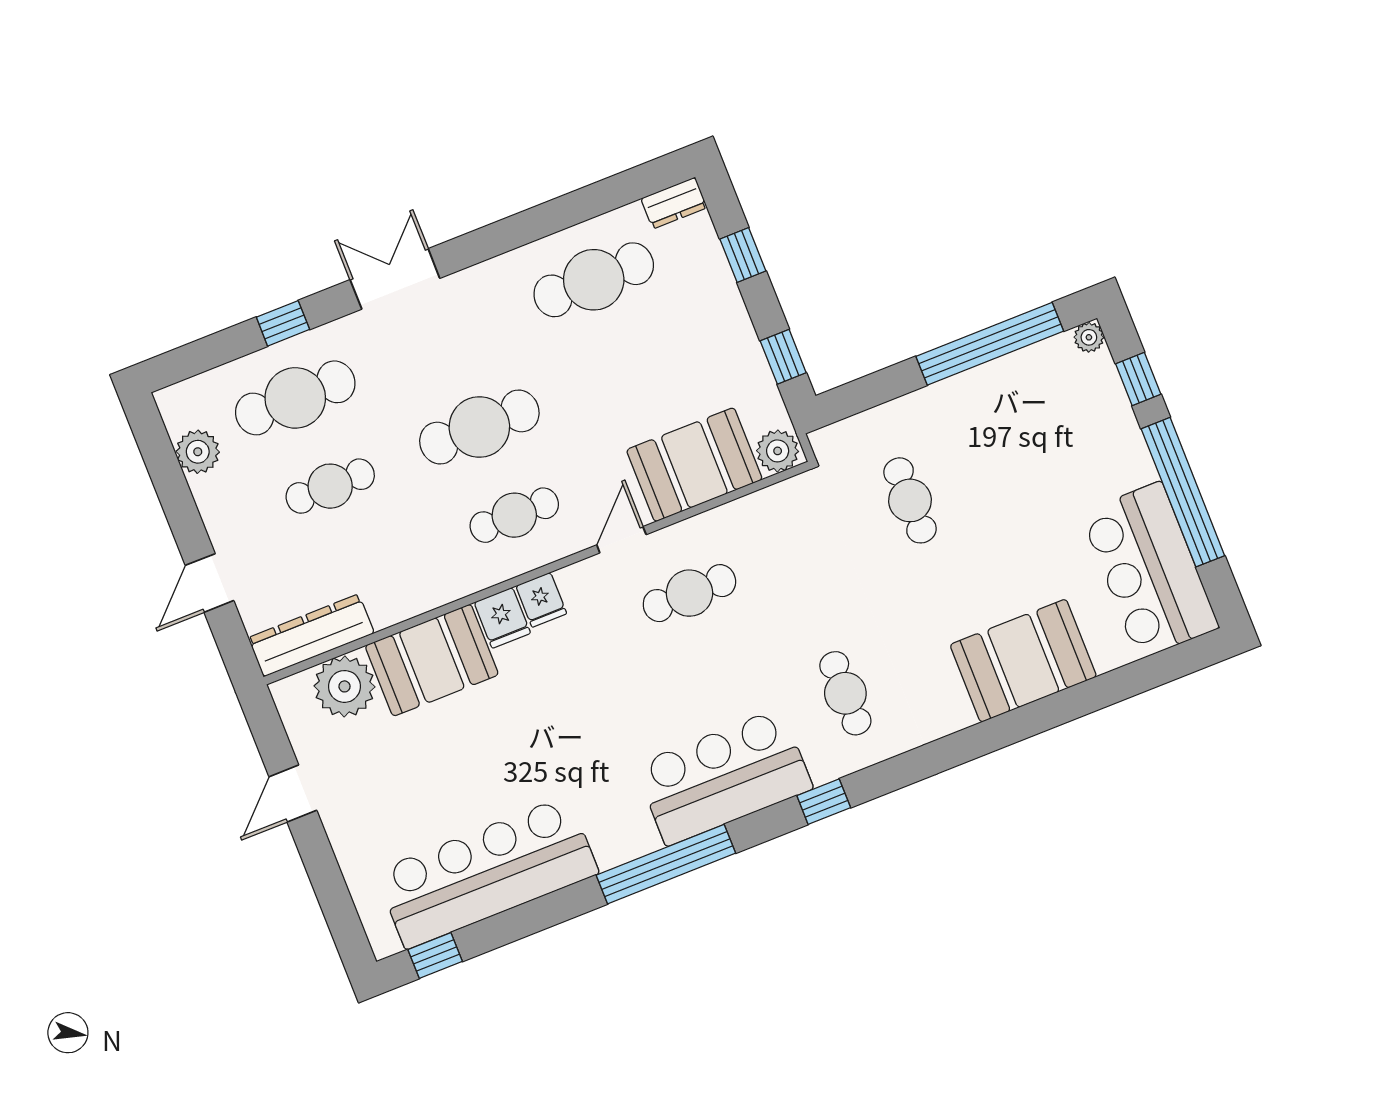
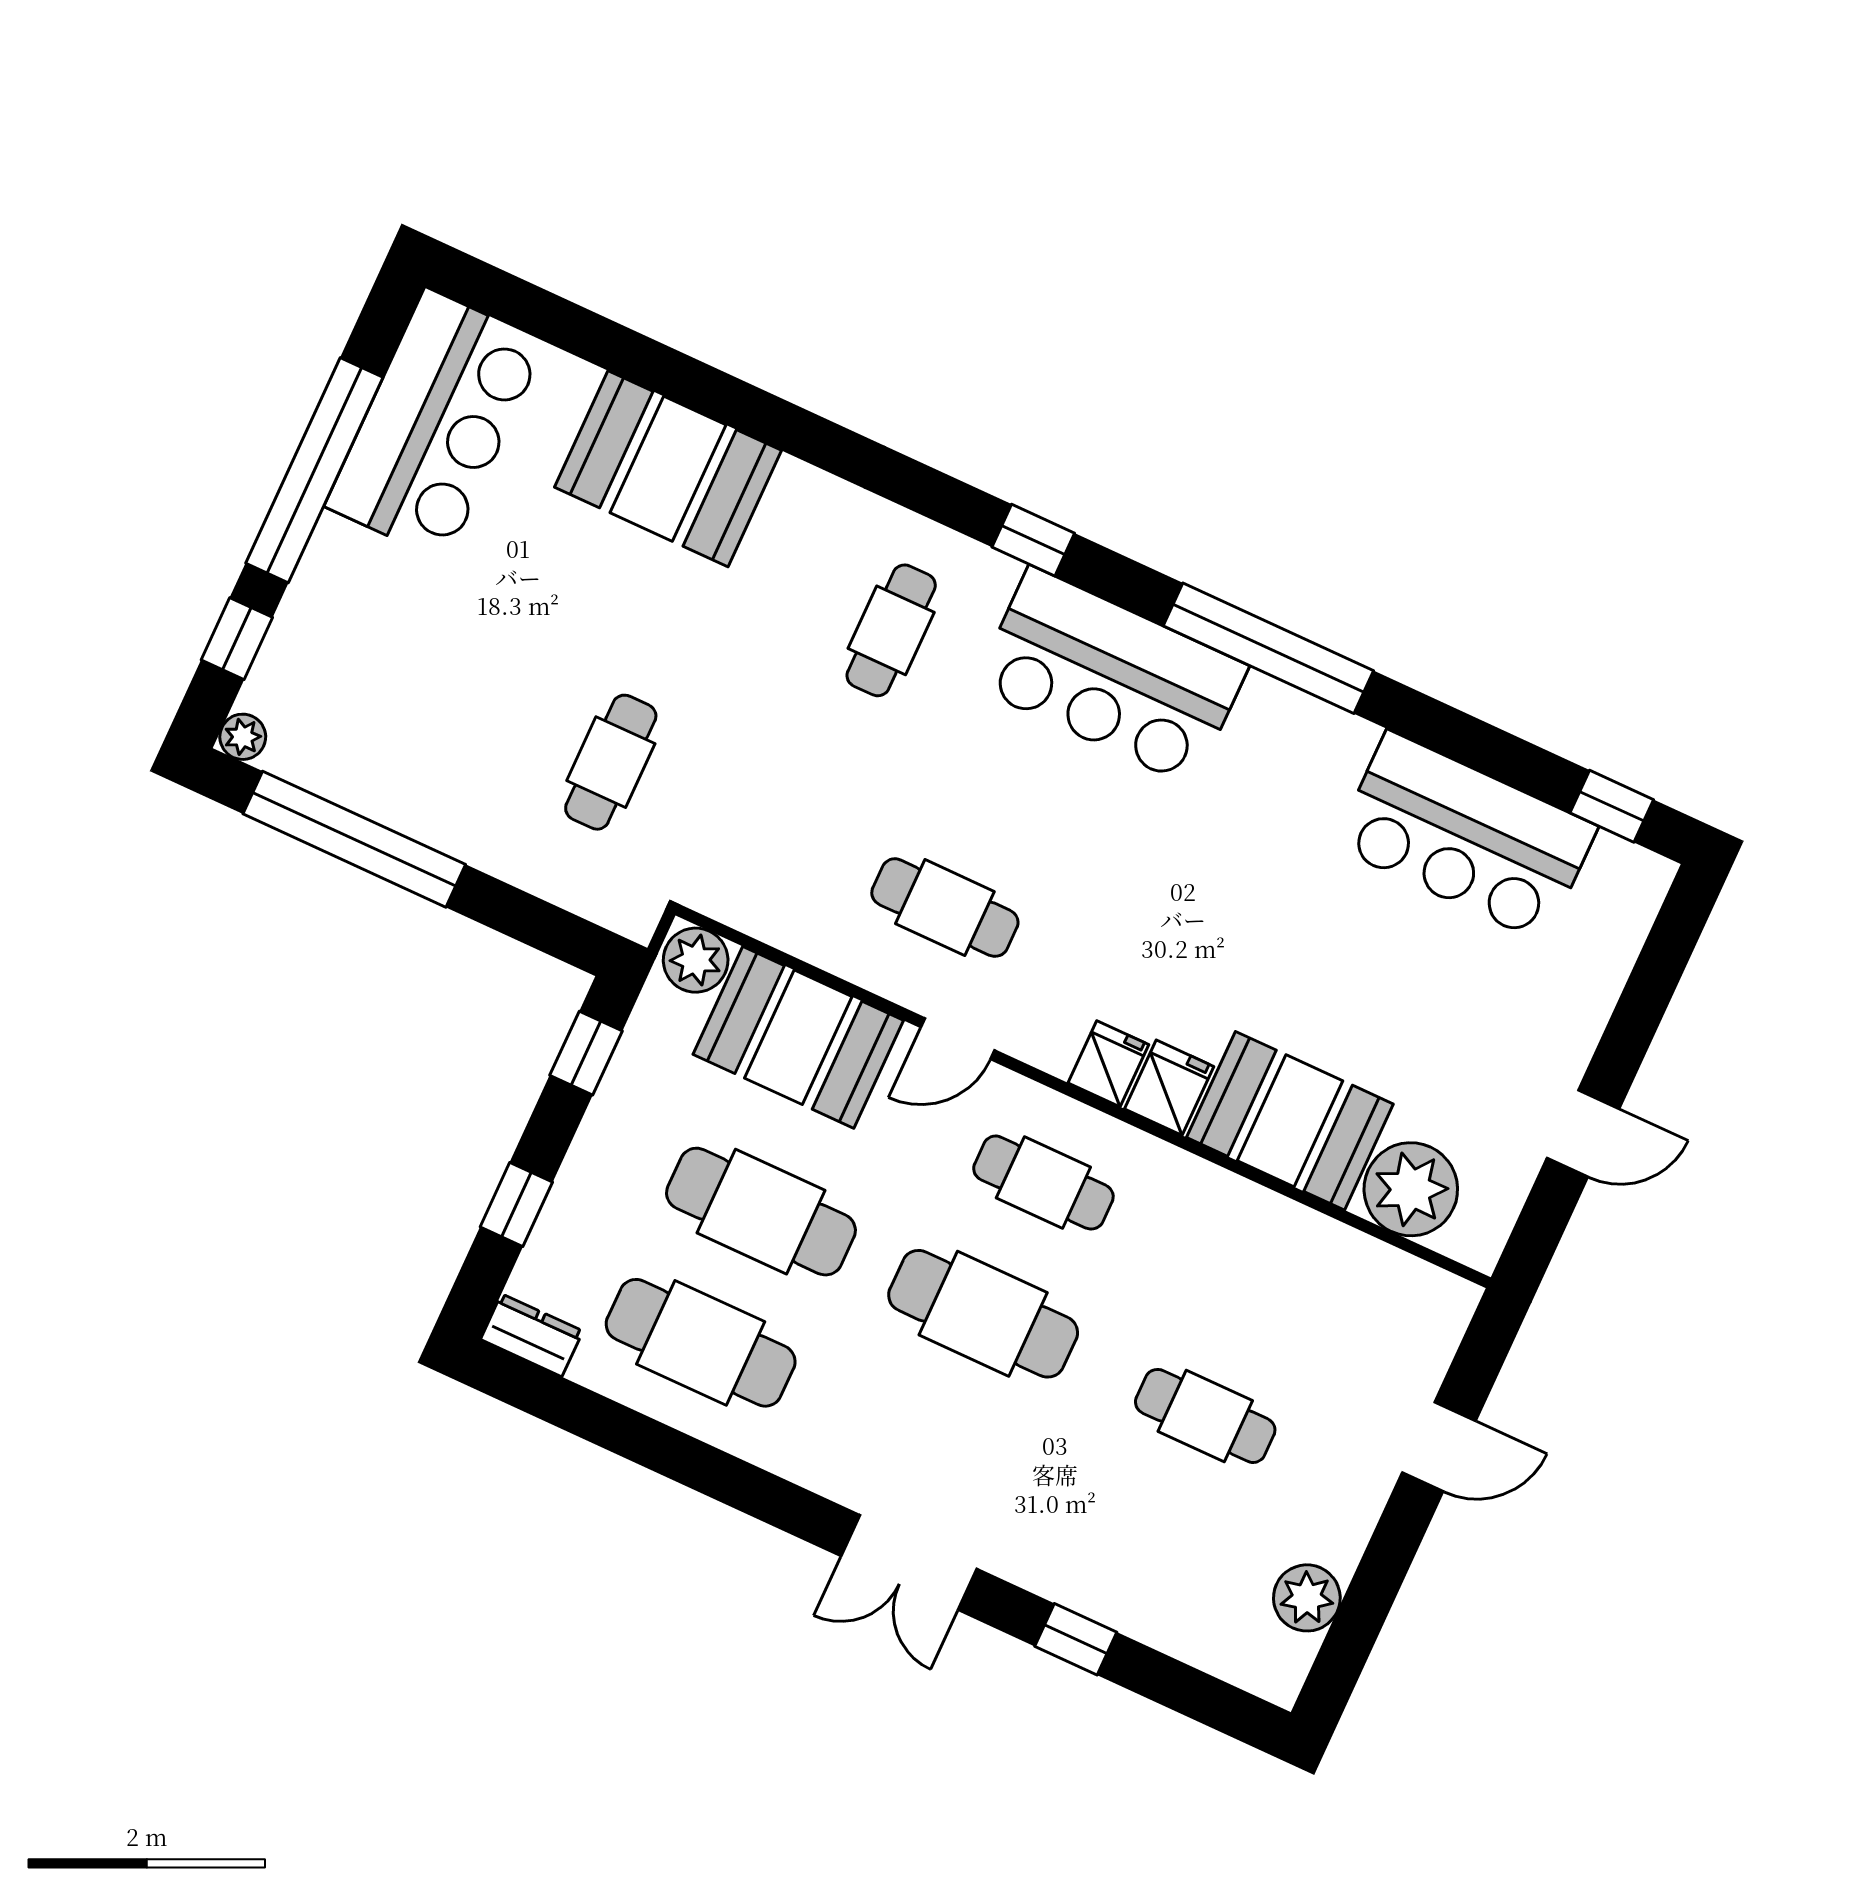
cafe table: (295, 398) -> (761, 1212), moved
dresser: (311, 635) -> (1390, 1280), removed
bar counter: (487, 872) -> (1466, 837), width x0.73

